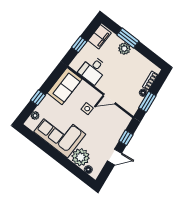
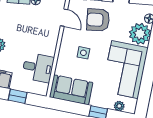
door: (109, 99) -> (64, 18), moved
armchair: (106, 131) -> (98, 20), added

